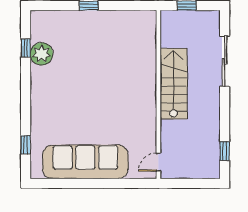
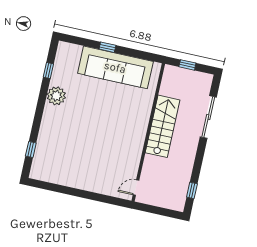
plant: (42, 54) -> (56, 96), moved
sofa: (85, 162) -> (115, 67), moved, turned 180

